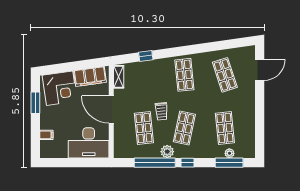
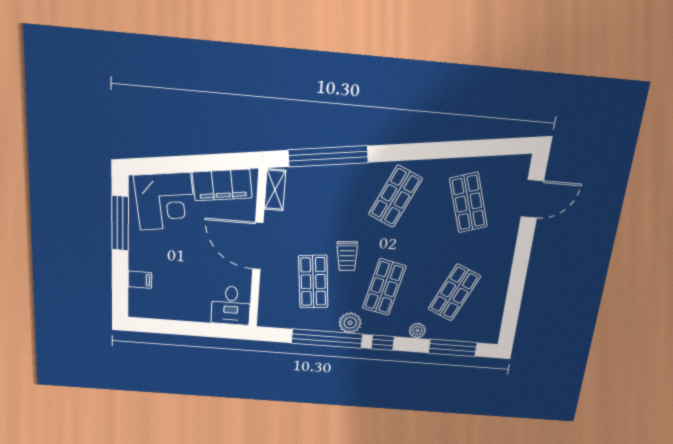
window: (146, 56) -> (328, 156), width x3.17
shop shelf: (184, 75) -> (395, 196), turned 30
window: (35, 103) -> (120, 223), width x1.44
shop shelf: (225, 128) -> (454, 293), turned 30
desk: (89, 143) -> (231, 305), width x0.53, depth x0.77
plant: (229, 153) -> (417, 330), moved

